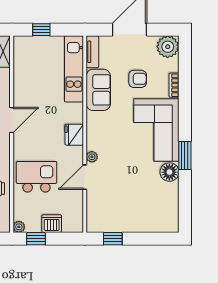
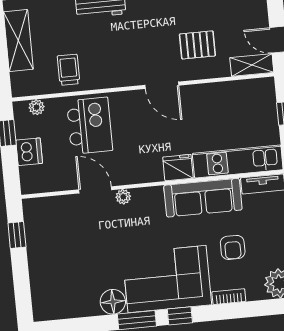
sofa: (98, 90) -> (203, 198), width x1.36
window: (185, 123) -> (180, 316), added
fridge: (74, 135) -> (178, 168), moved
plant: (19, 227) -> (37, 107), moved

